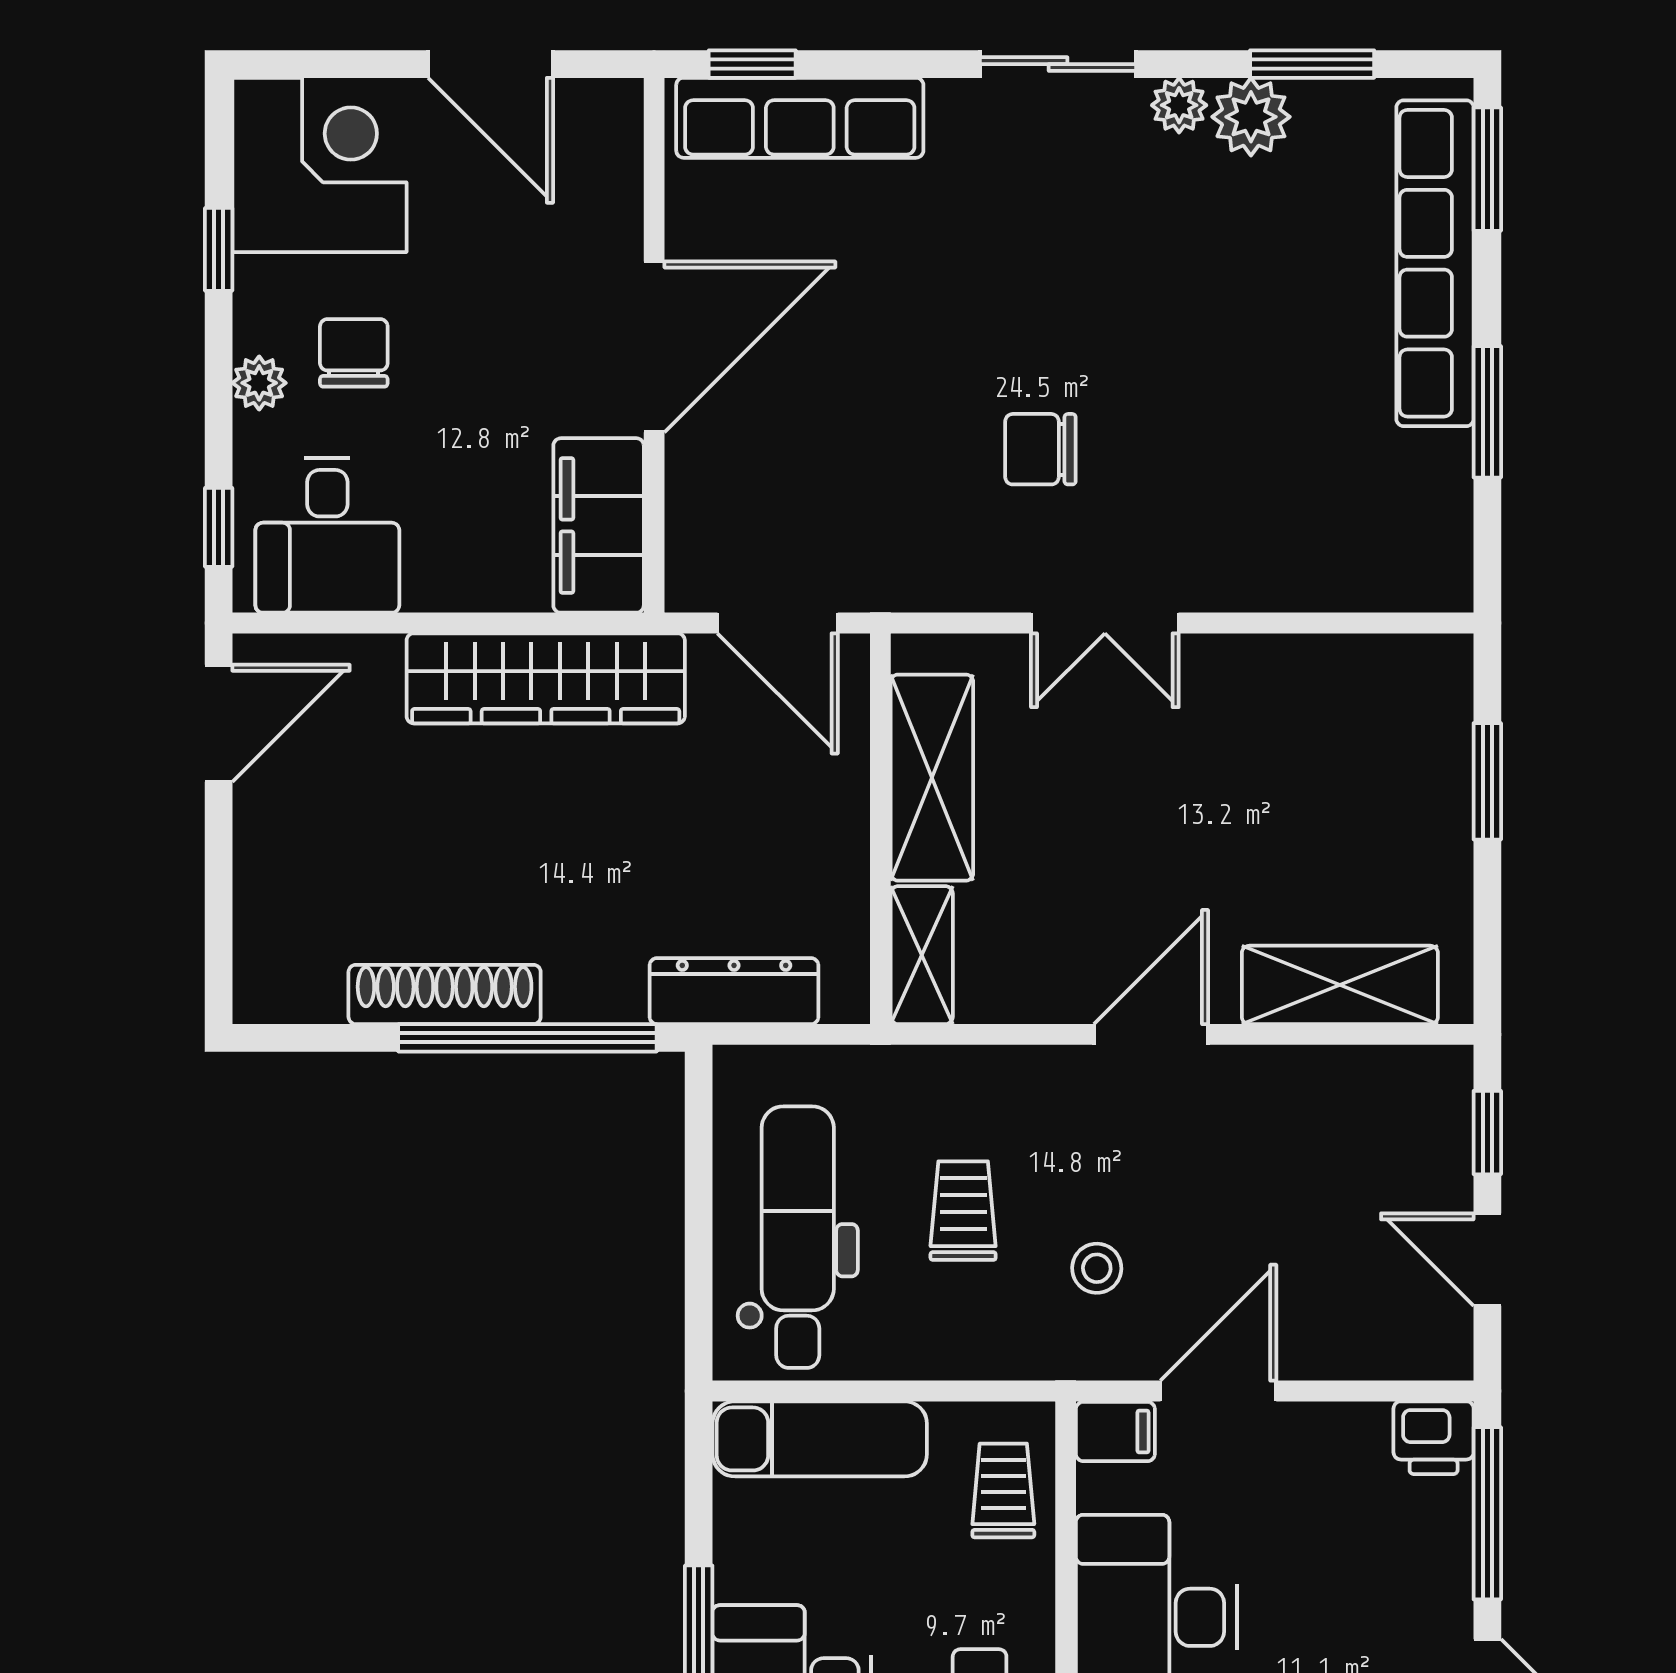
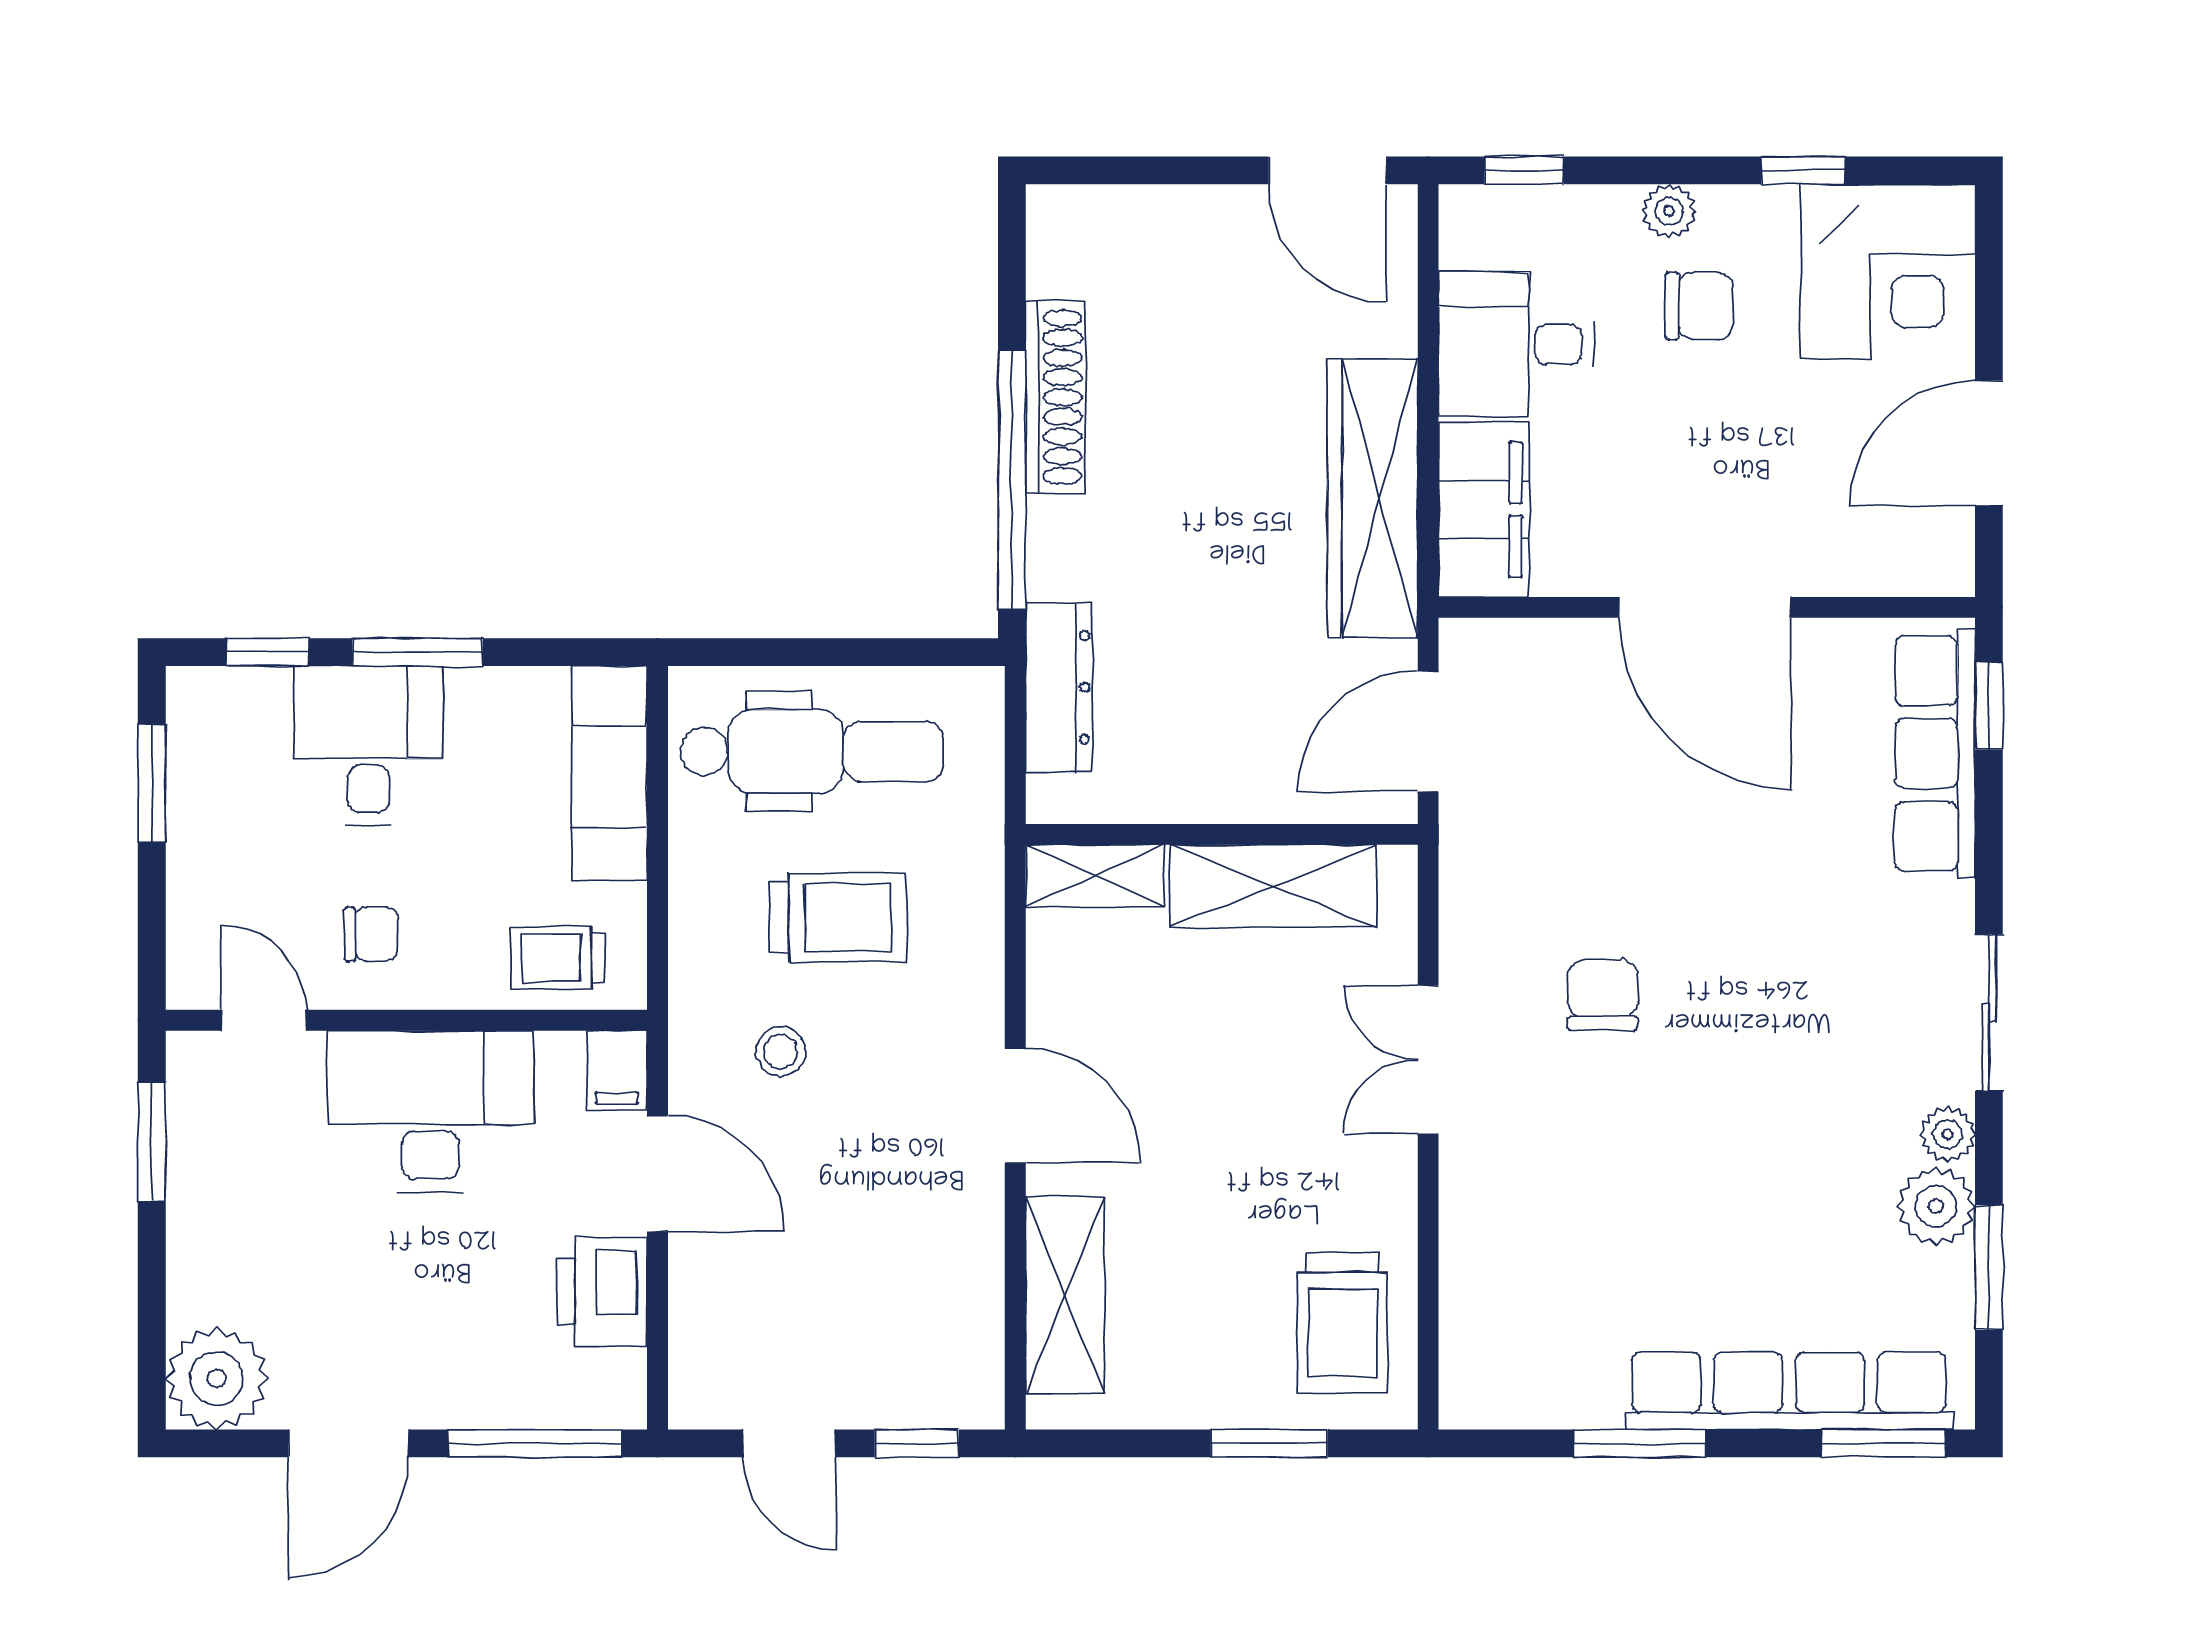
filing cabinet: (599, 525) -> (1484, 510), moved, turned 90
desk: (327, 535) -> (1516, 344), moved
trolley: (1367, 708) -> (1343, 1323), added
trolley: (963, 1211) -> (838, 917), width x1.36, depth x1.39
door: (1487, 1260) -> (789, 1443), swing flipped
printer: (1434, 1438) -> (602, 1292), moved, width x1.36, depth x1.24
trolley: (1003, 1490) -> (558, 958), turned 180

